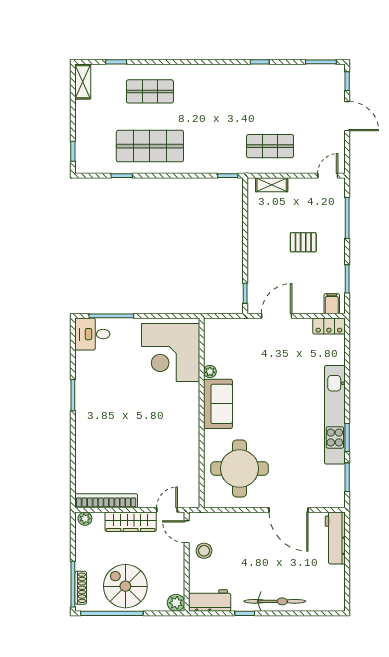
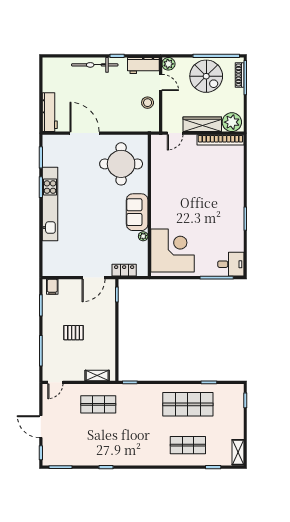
locker: (329, 326) -> (124, 270), moved
plant: (85, 519) -> (232, 122), width x1.87, depth x1.87
door: (187, 532) -> (161, 83), moved

